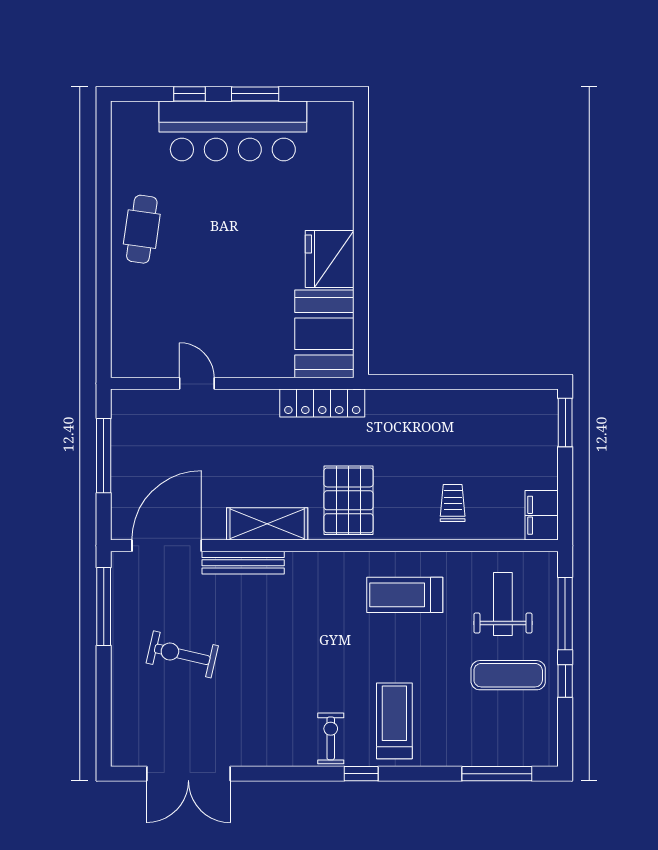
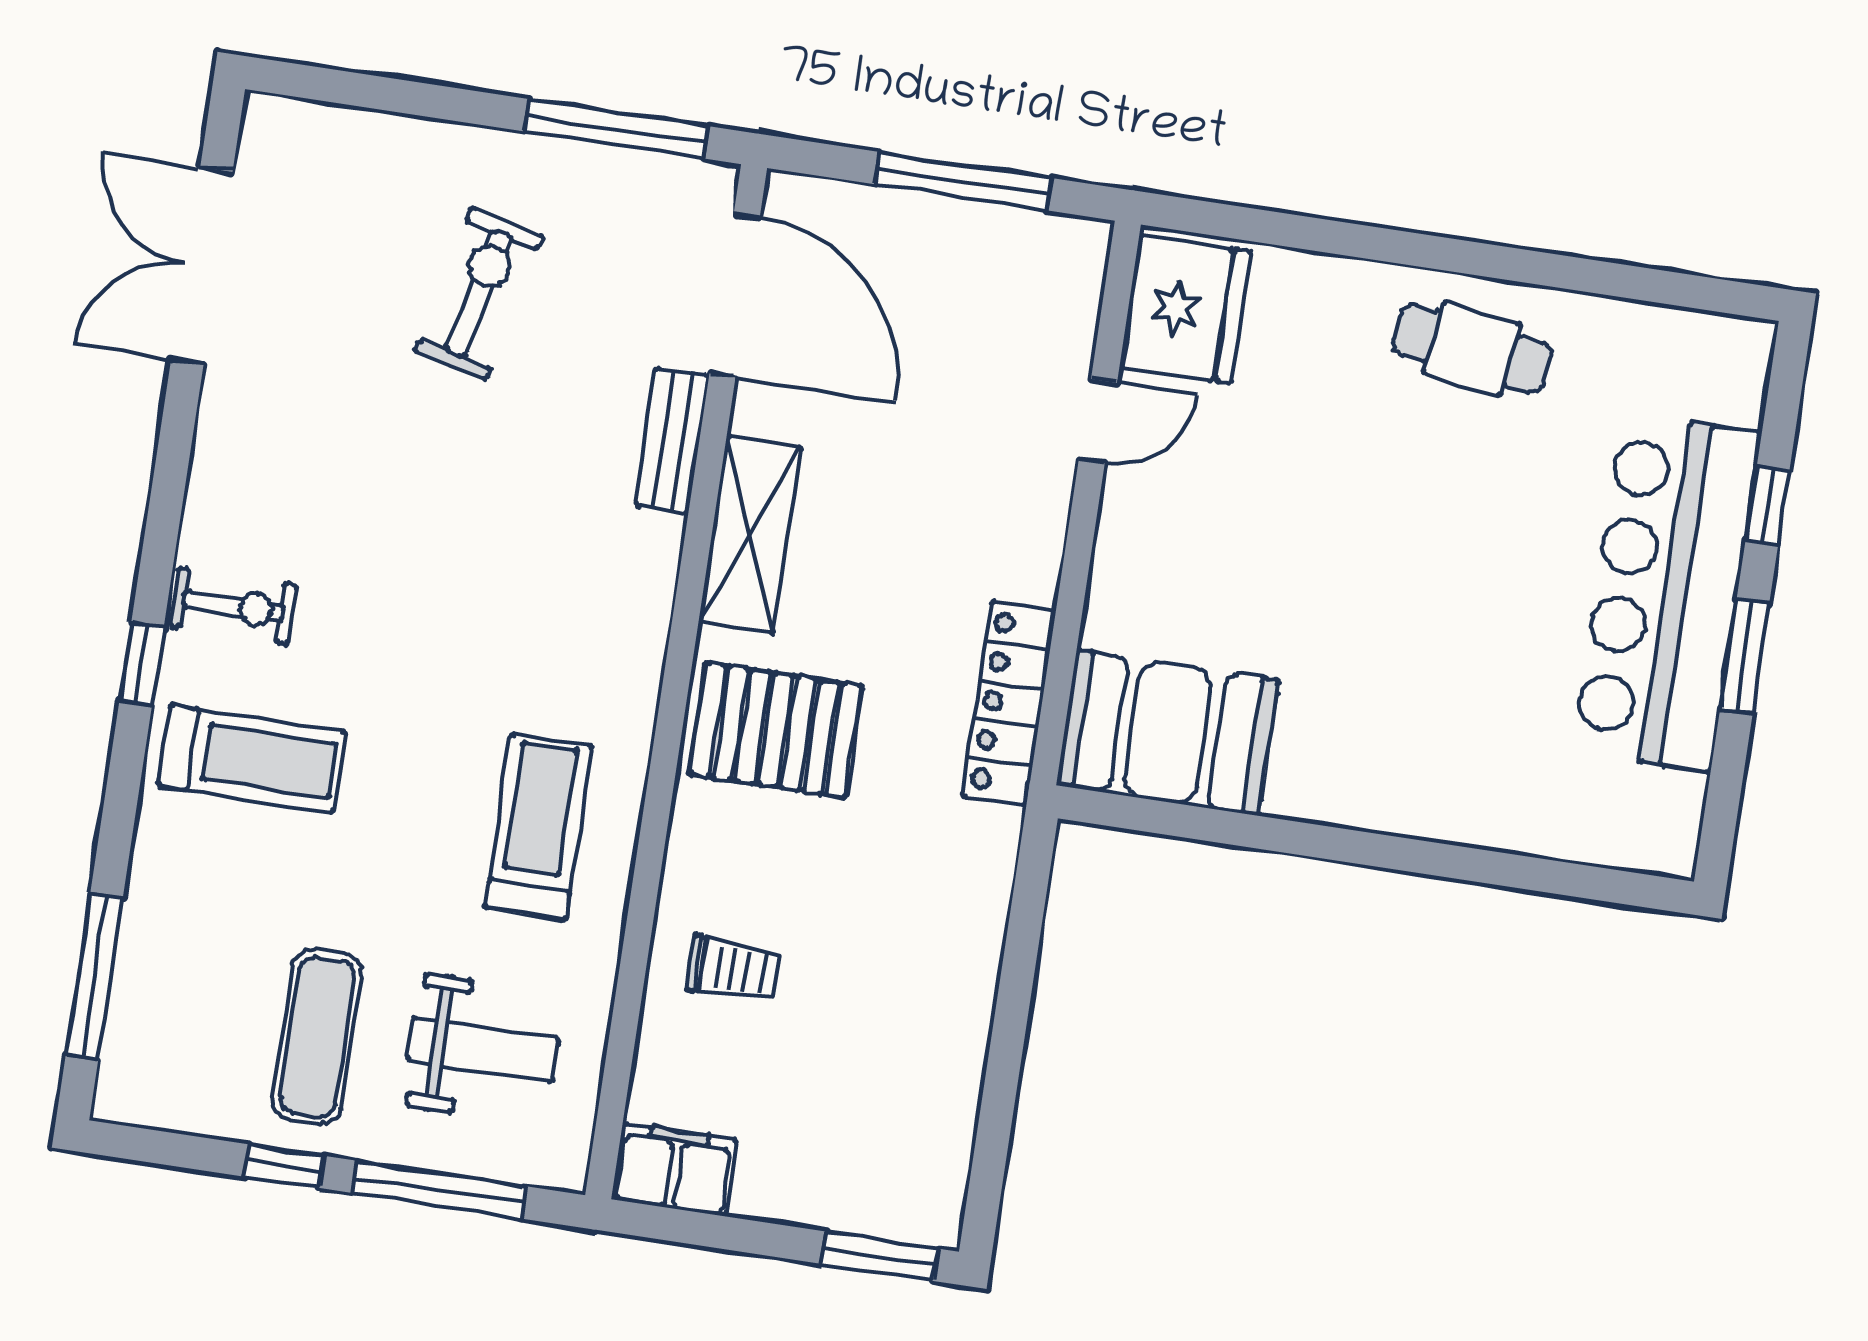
fridge: (330, 259) -> (1185, 309), moved, turned 90
bench: (243, 563) -> (672, 440), width x0.73

